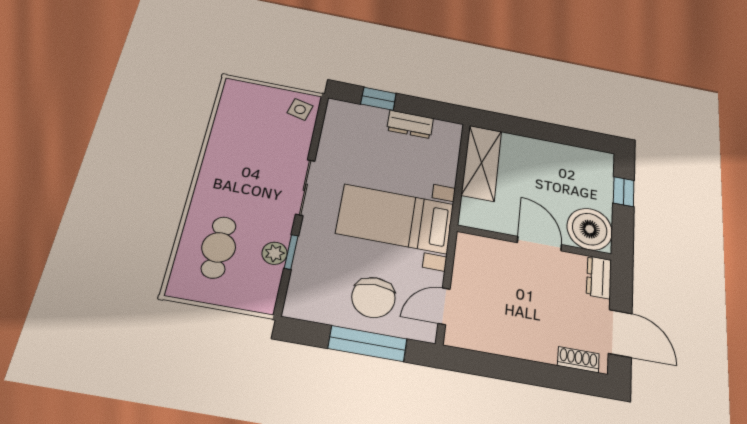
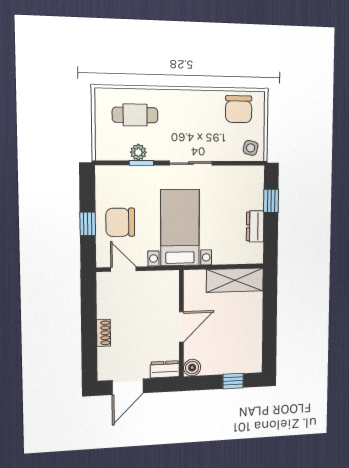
chair: (243, 114) -> (239, 109), added
boiler: (590, 229) -> (192, 368), width x0.54, depth x0.54
window: (368, 344) -> (88, 224), width x0.46
shoe rack: (578, 360) -> (104, 333), moved

